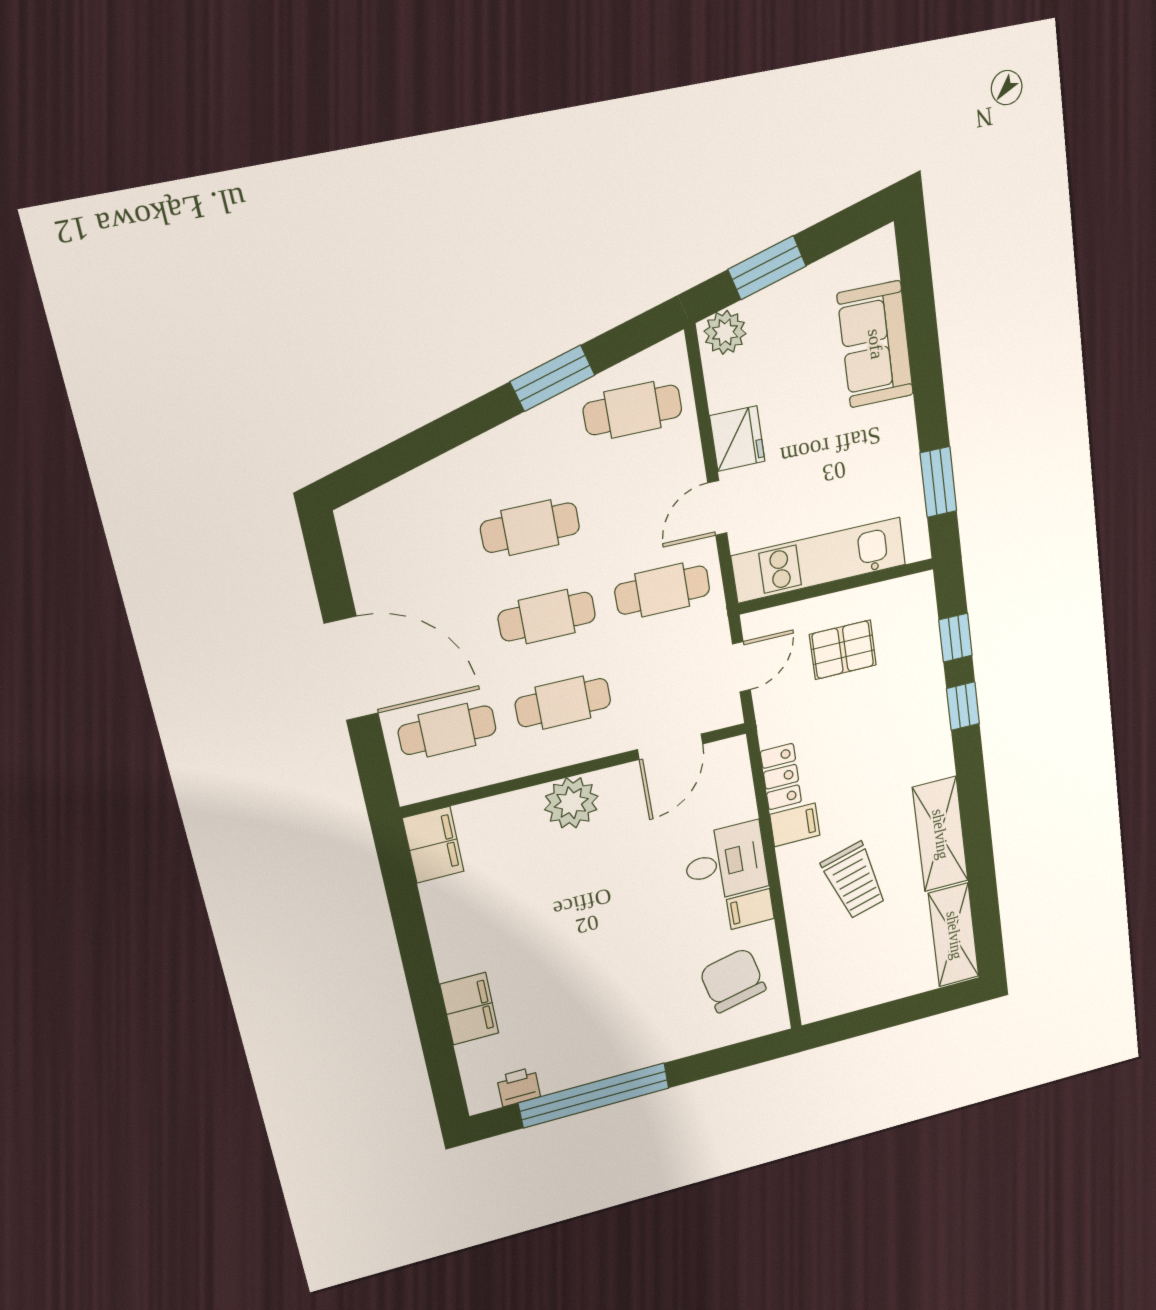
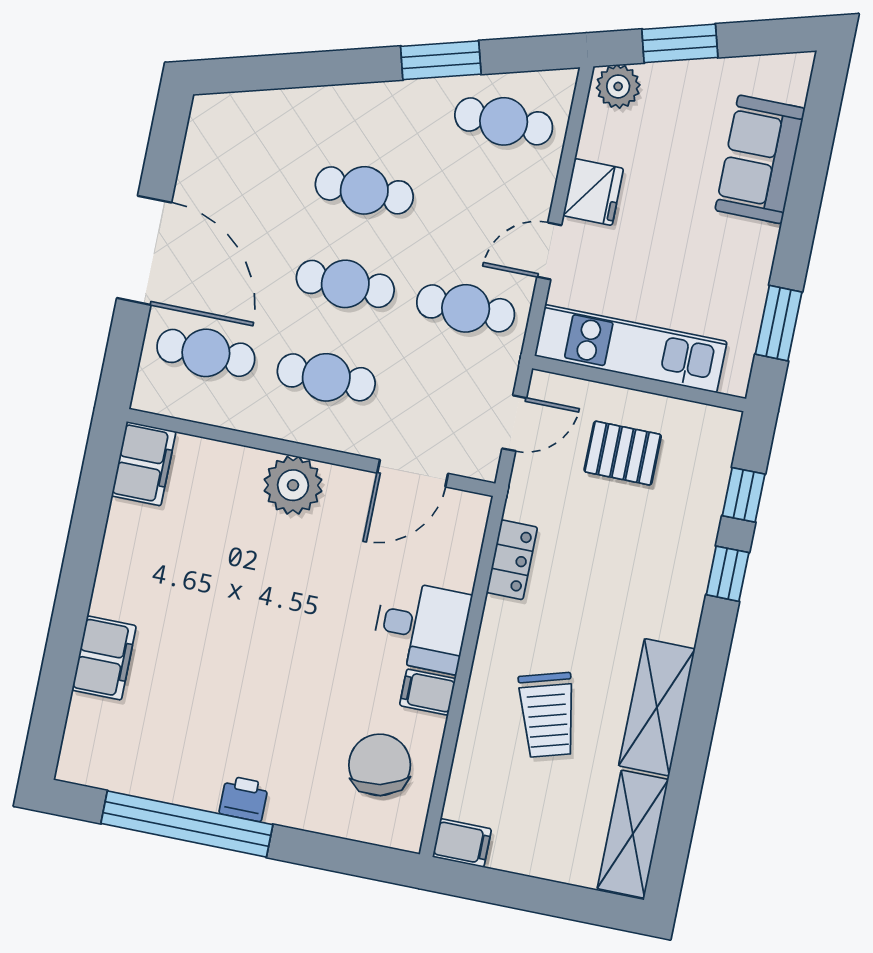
filing cabinet: (795, 825) -> (462, 843), moved
printer: (519, 1087) -> (244, 799), moved

